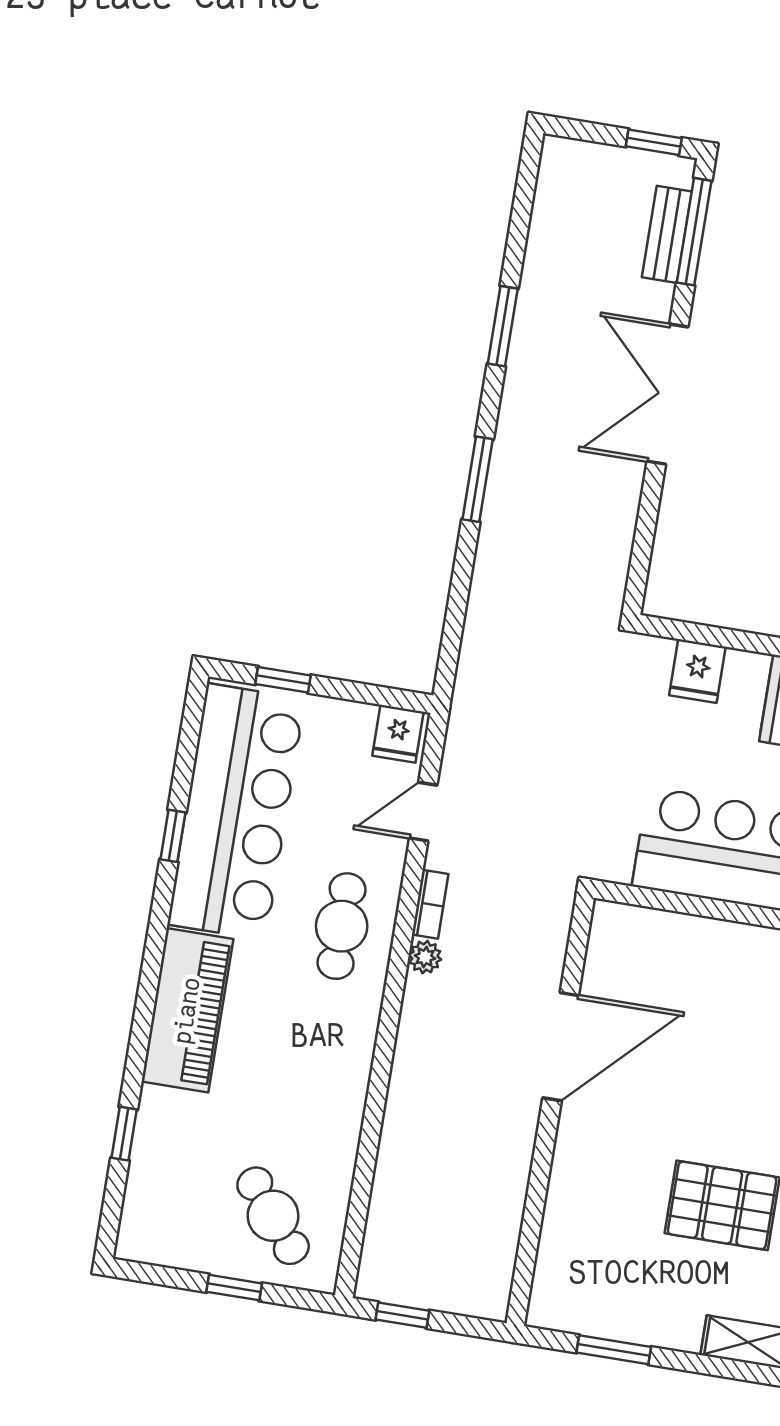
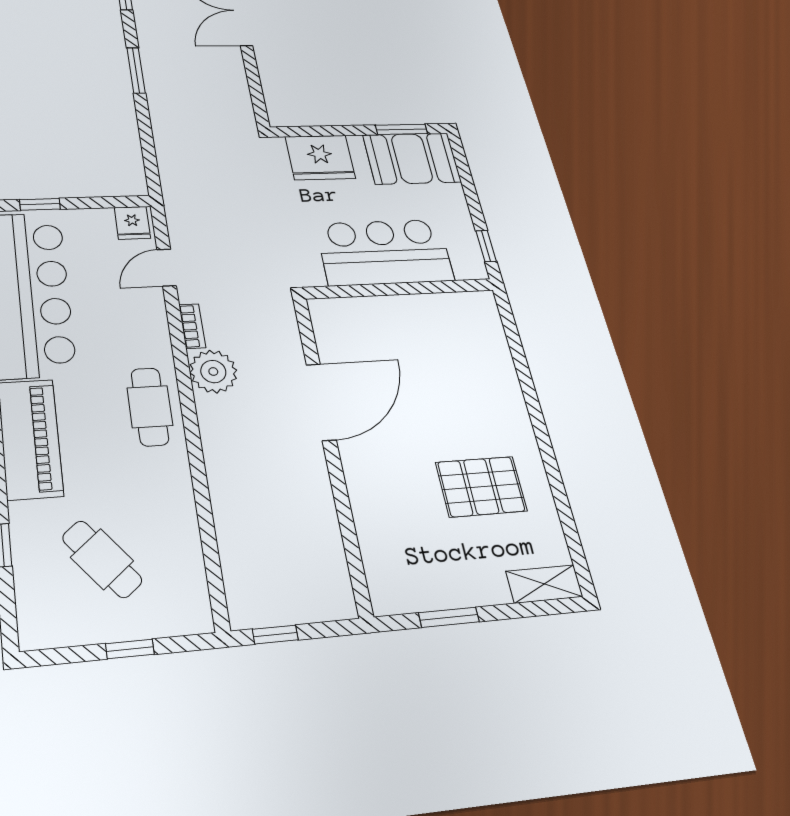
fridge: (697, 671) -> (320, 157), width x1.88, depth x1.34
cafe table: (342, 926) -> (150, 407), moved
plant: (425, 957) -> (213, 372), width x1.88, depth x1.88
cafe table: (273, 1216) -> (102, 559), moved

